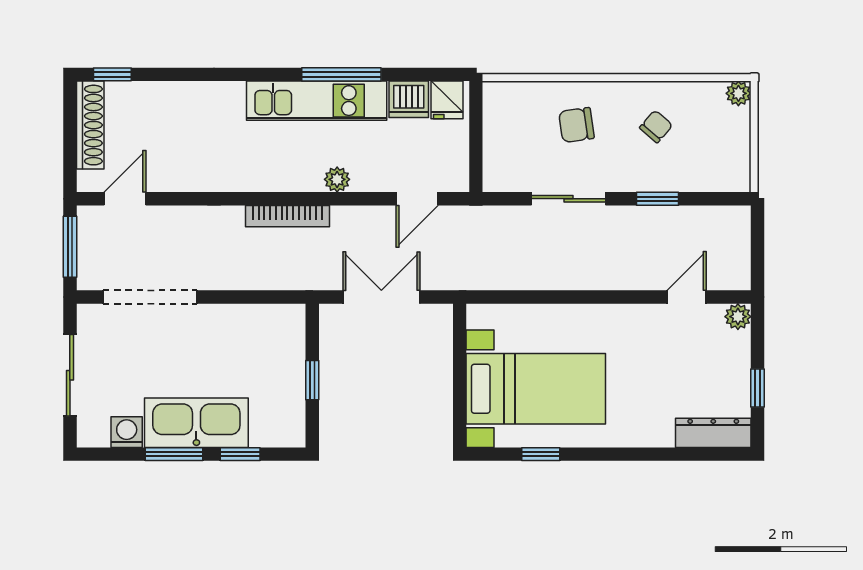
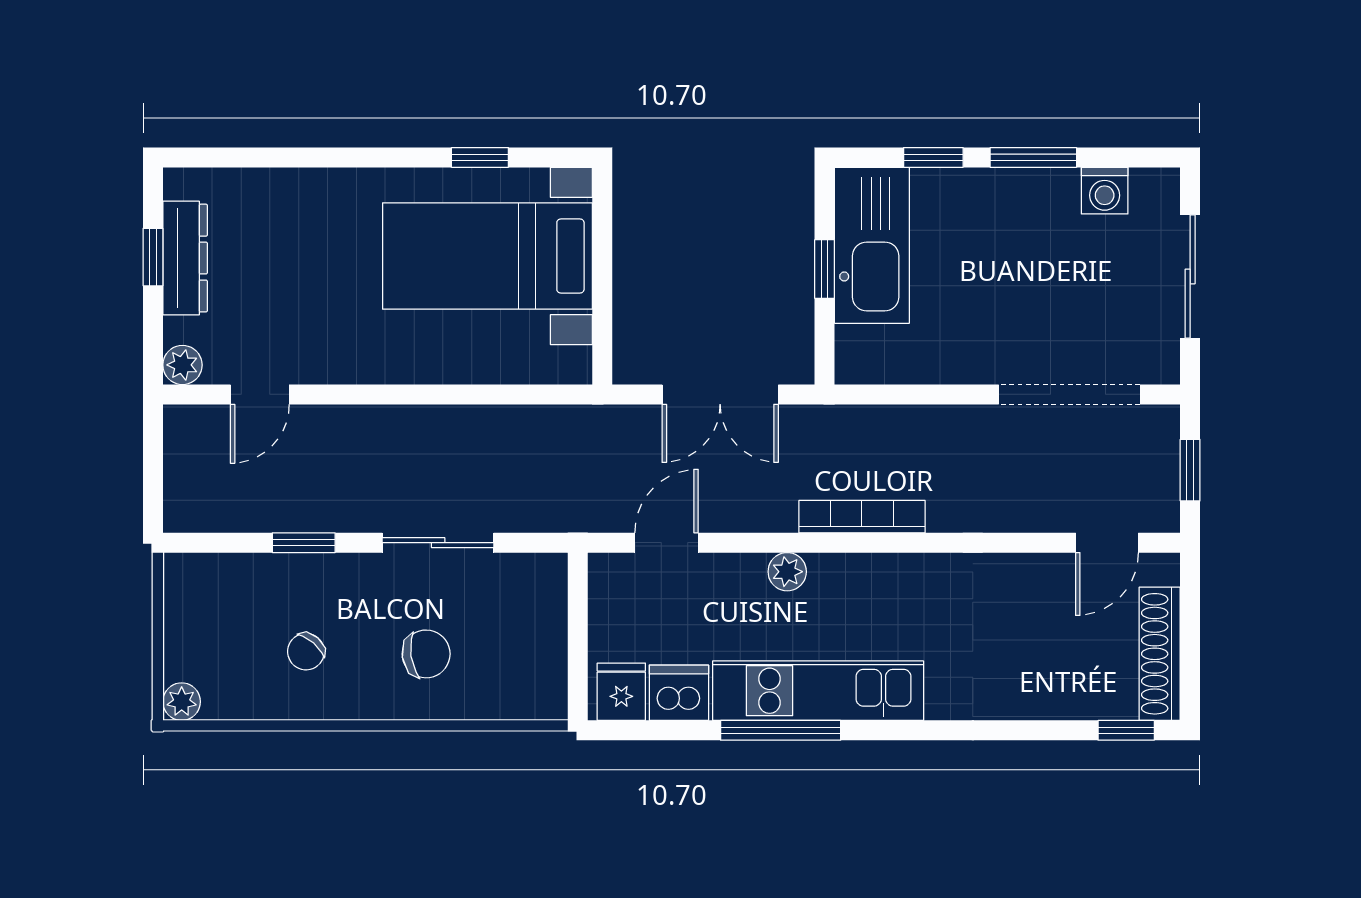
window: (70, 247) -> (1190, 470), width x0.67
kitchen sink: (196, 423) -> (872, 245), moved, turned -90
dresser: (713, 433) -> (185, 258), moved, turned -90

